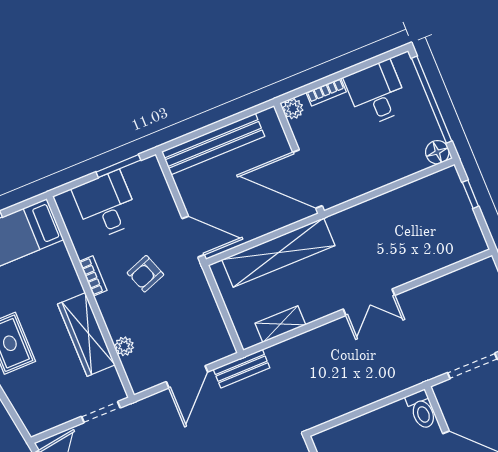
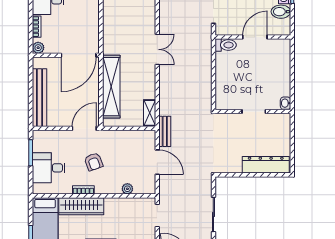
shelving: (280, 324) -> (150, 113), moved
wardrobe: (86, 335) -> (81, 206), moved

